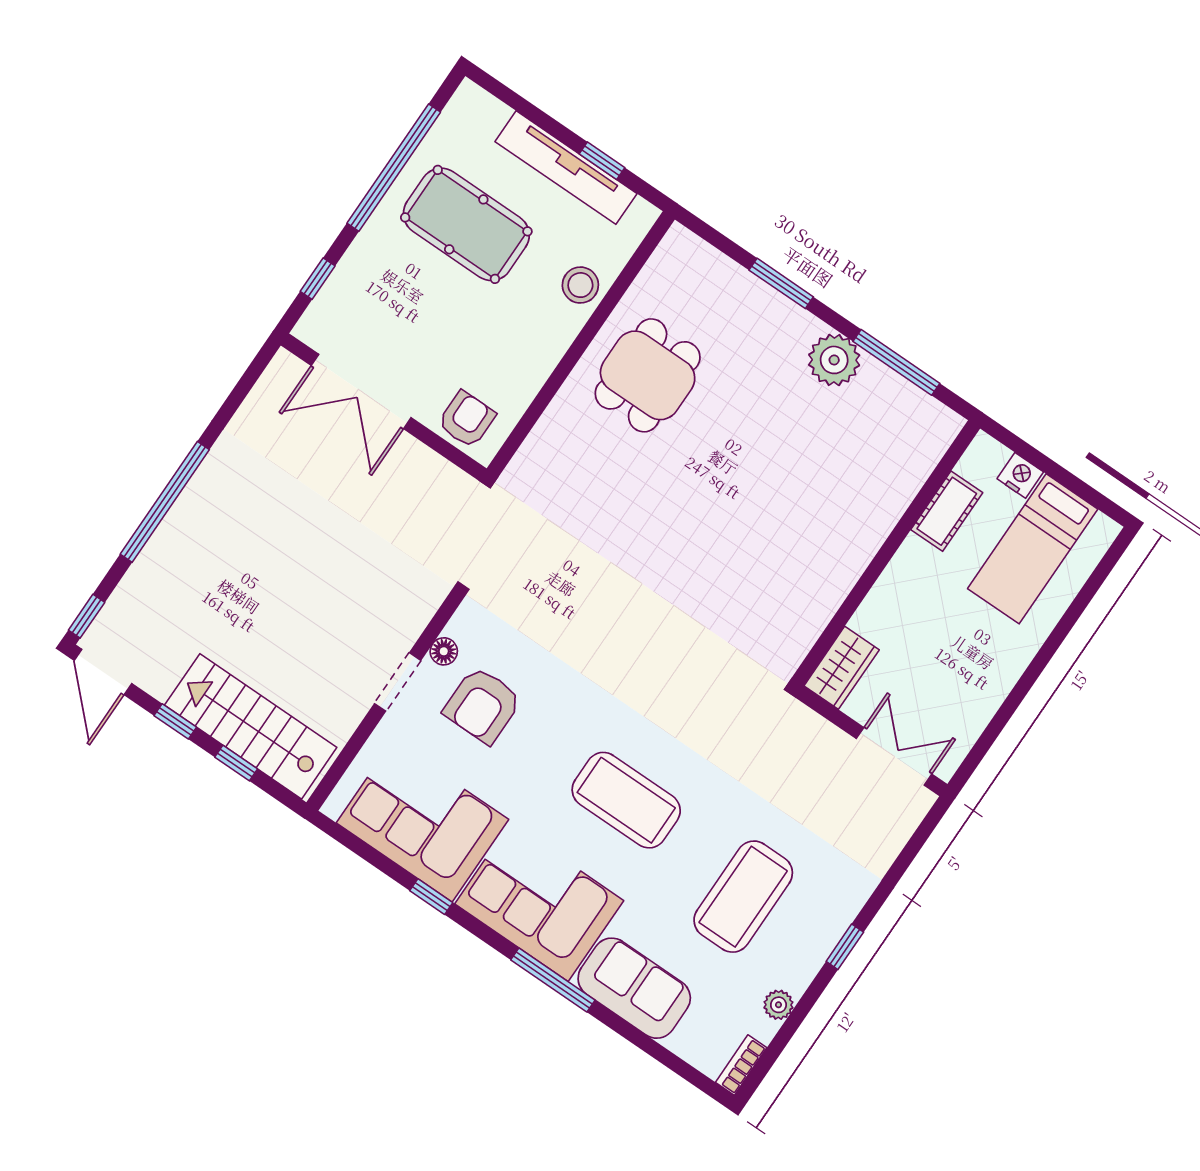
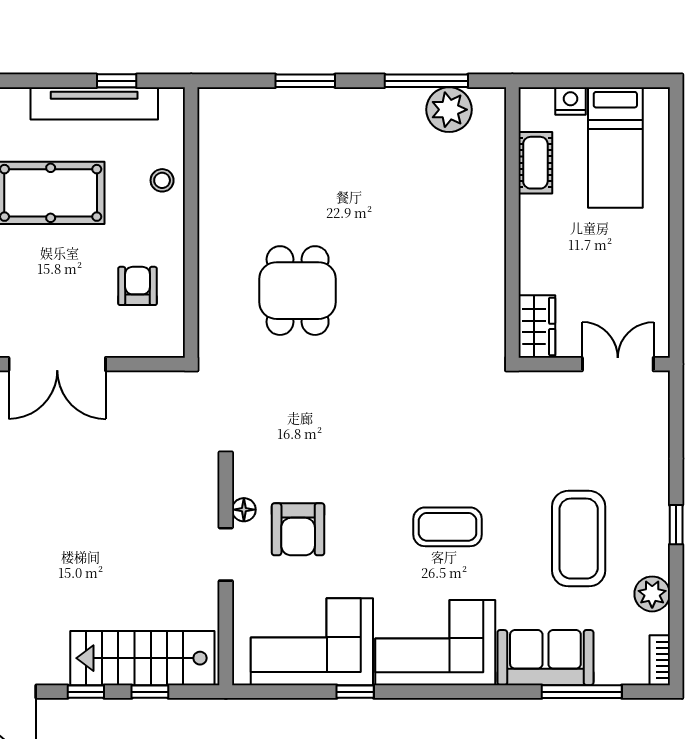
stool: (580, 285) -> (162, 180), width x0.73, depth x0.73
plant: (834, 360) -> (449, 110), moved
dining table: (648, 375) -> (298, 291), moved
armchair: (467, 419) -> (138, 286), moved
coffee table: (626, 800) -> (448, 527), width x0.73, depth x0.76
window: (553, 980) -> (582, 692), moved
plant: (778, 1005) -> (652, 594), width x1.38, depth x1.38

